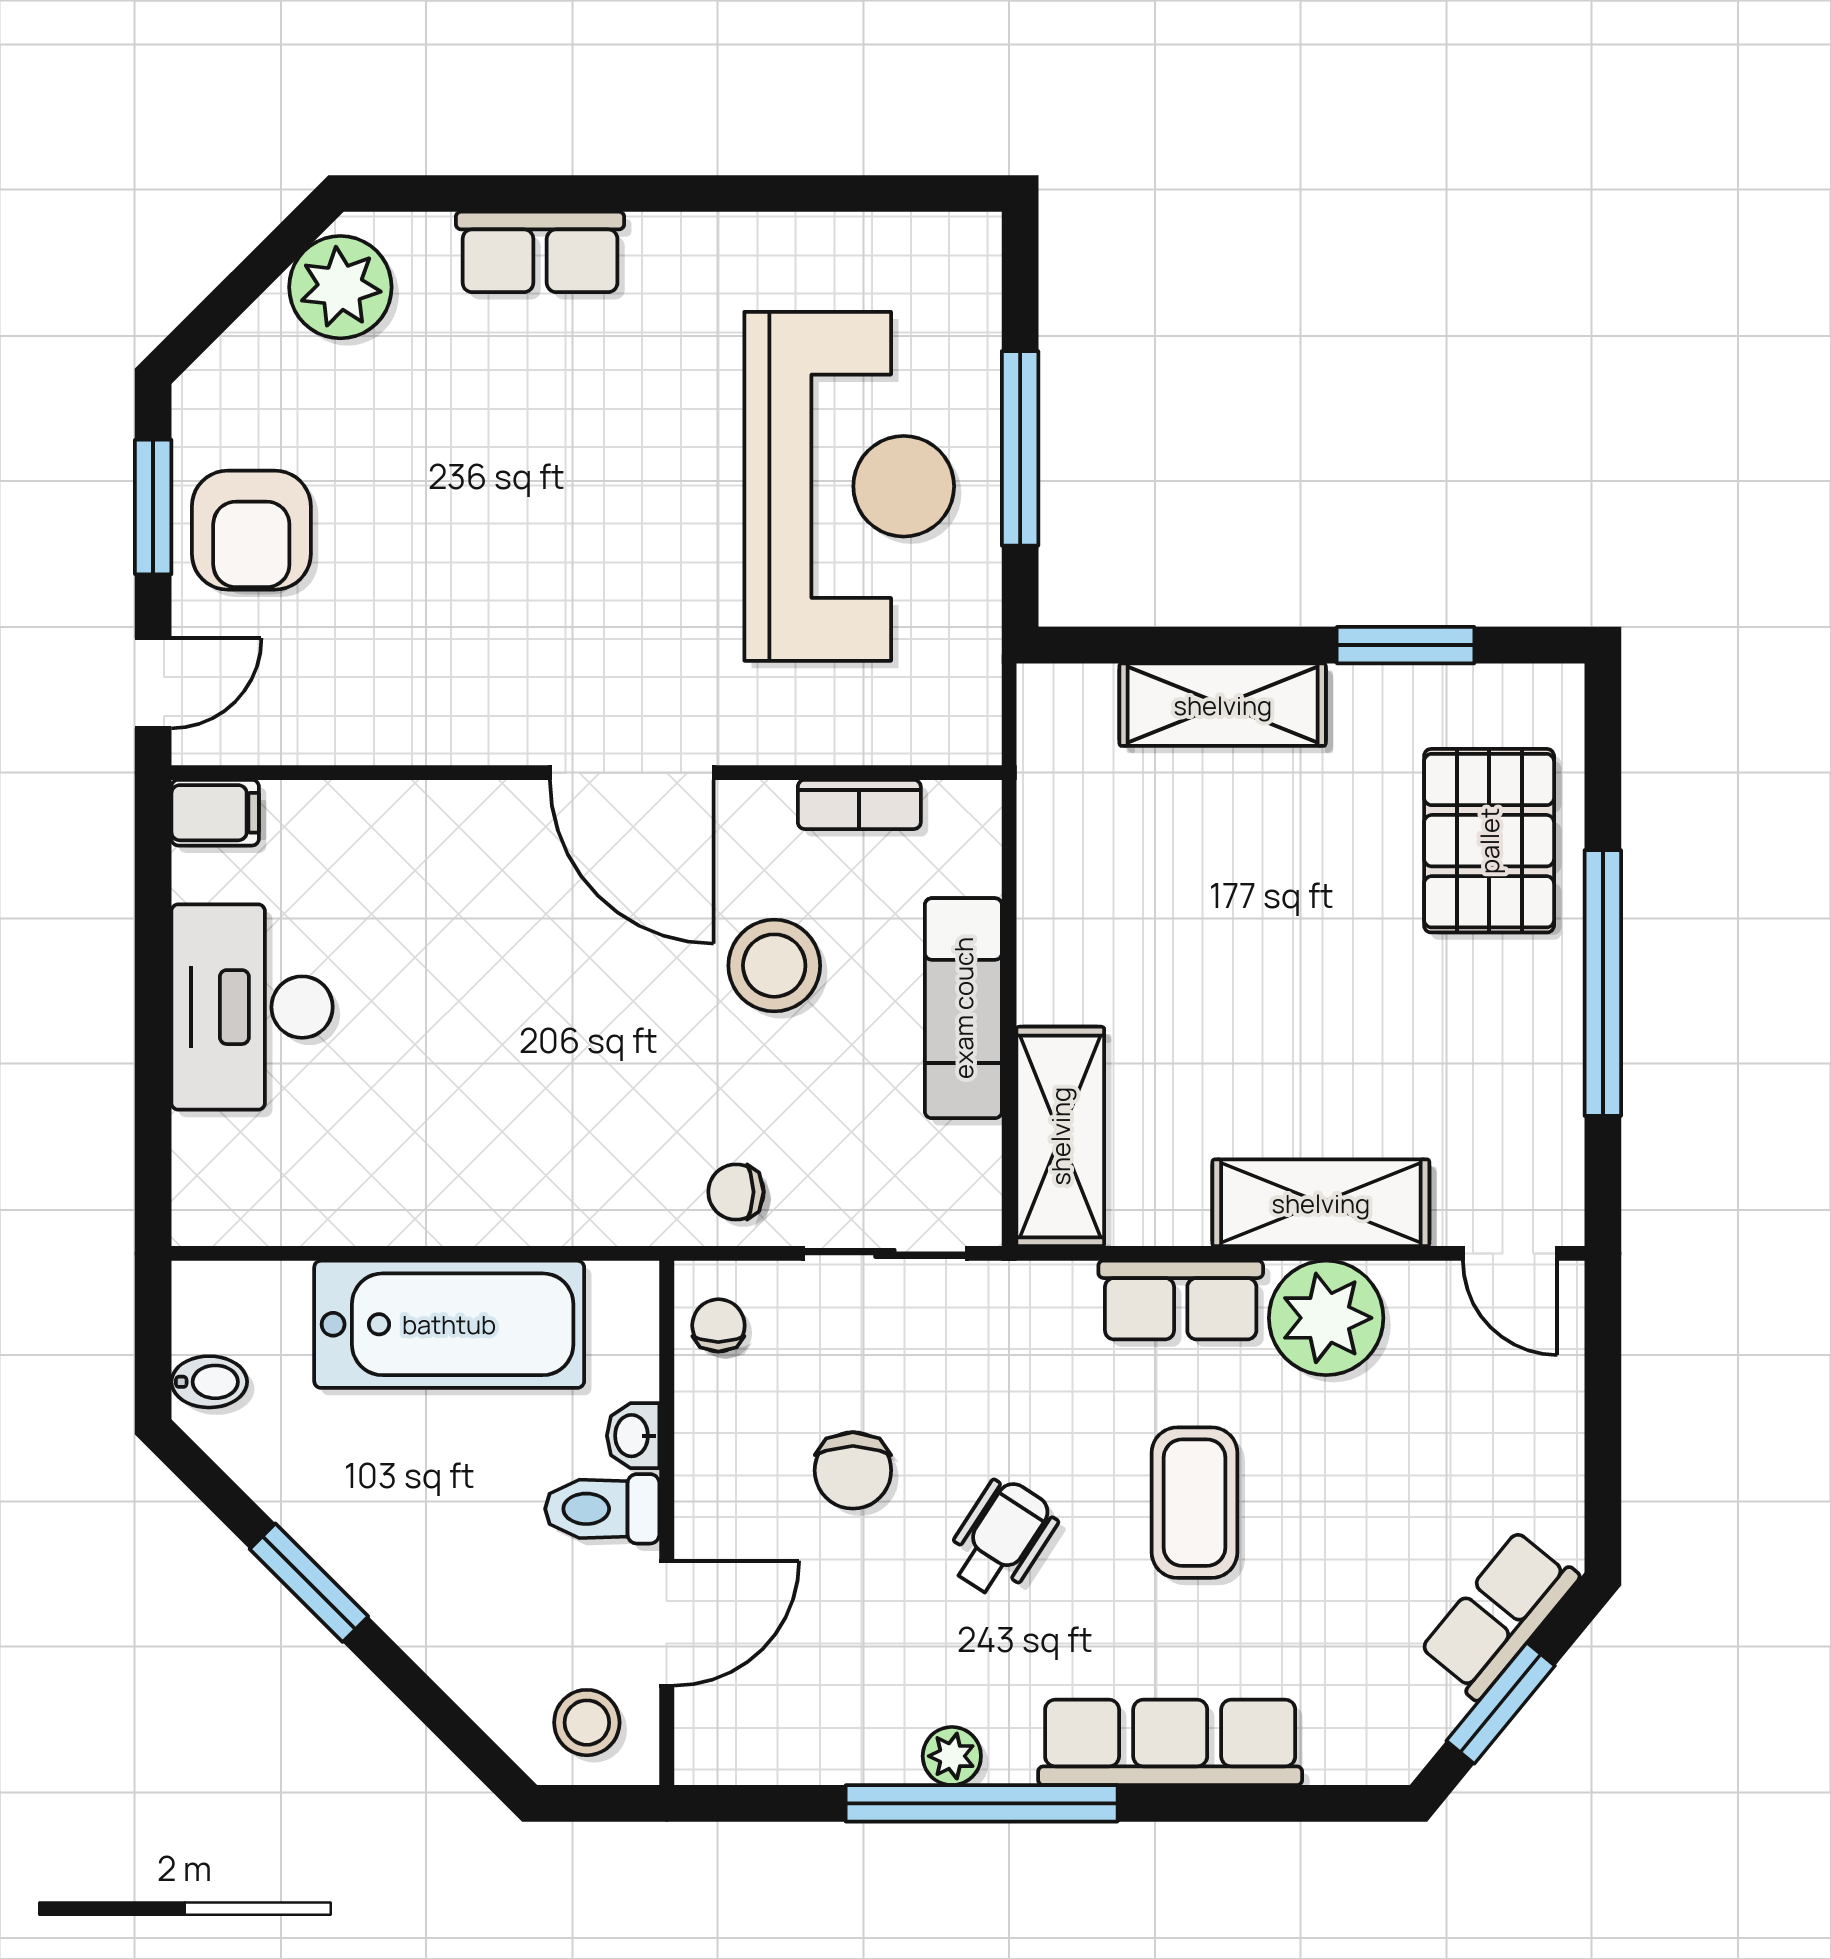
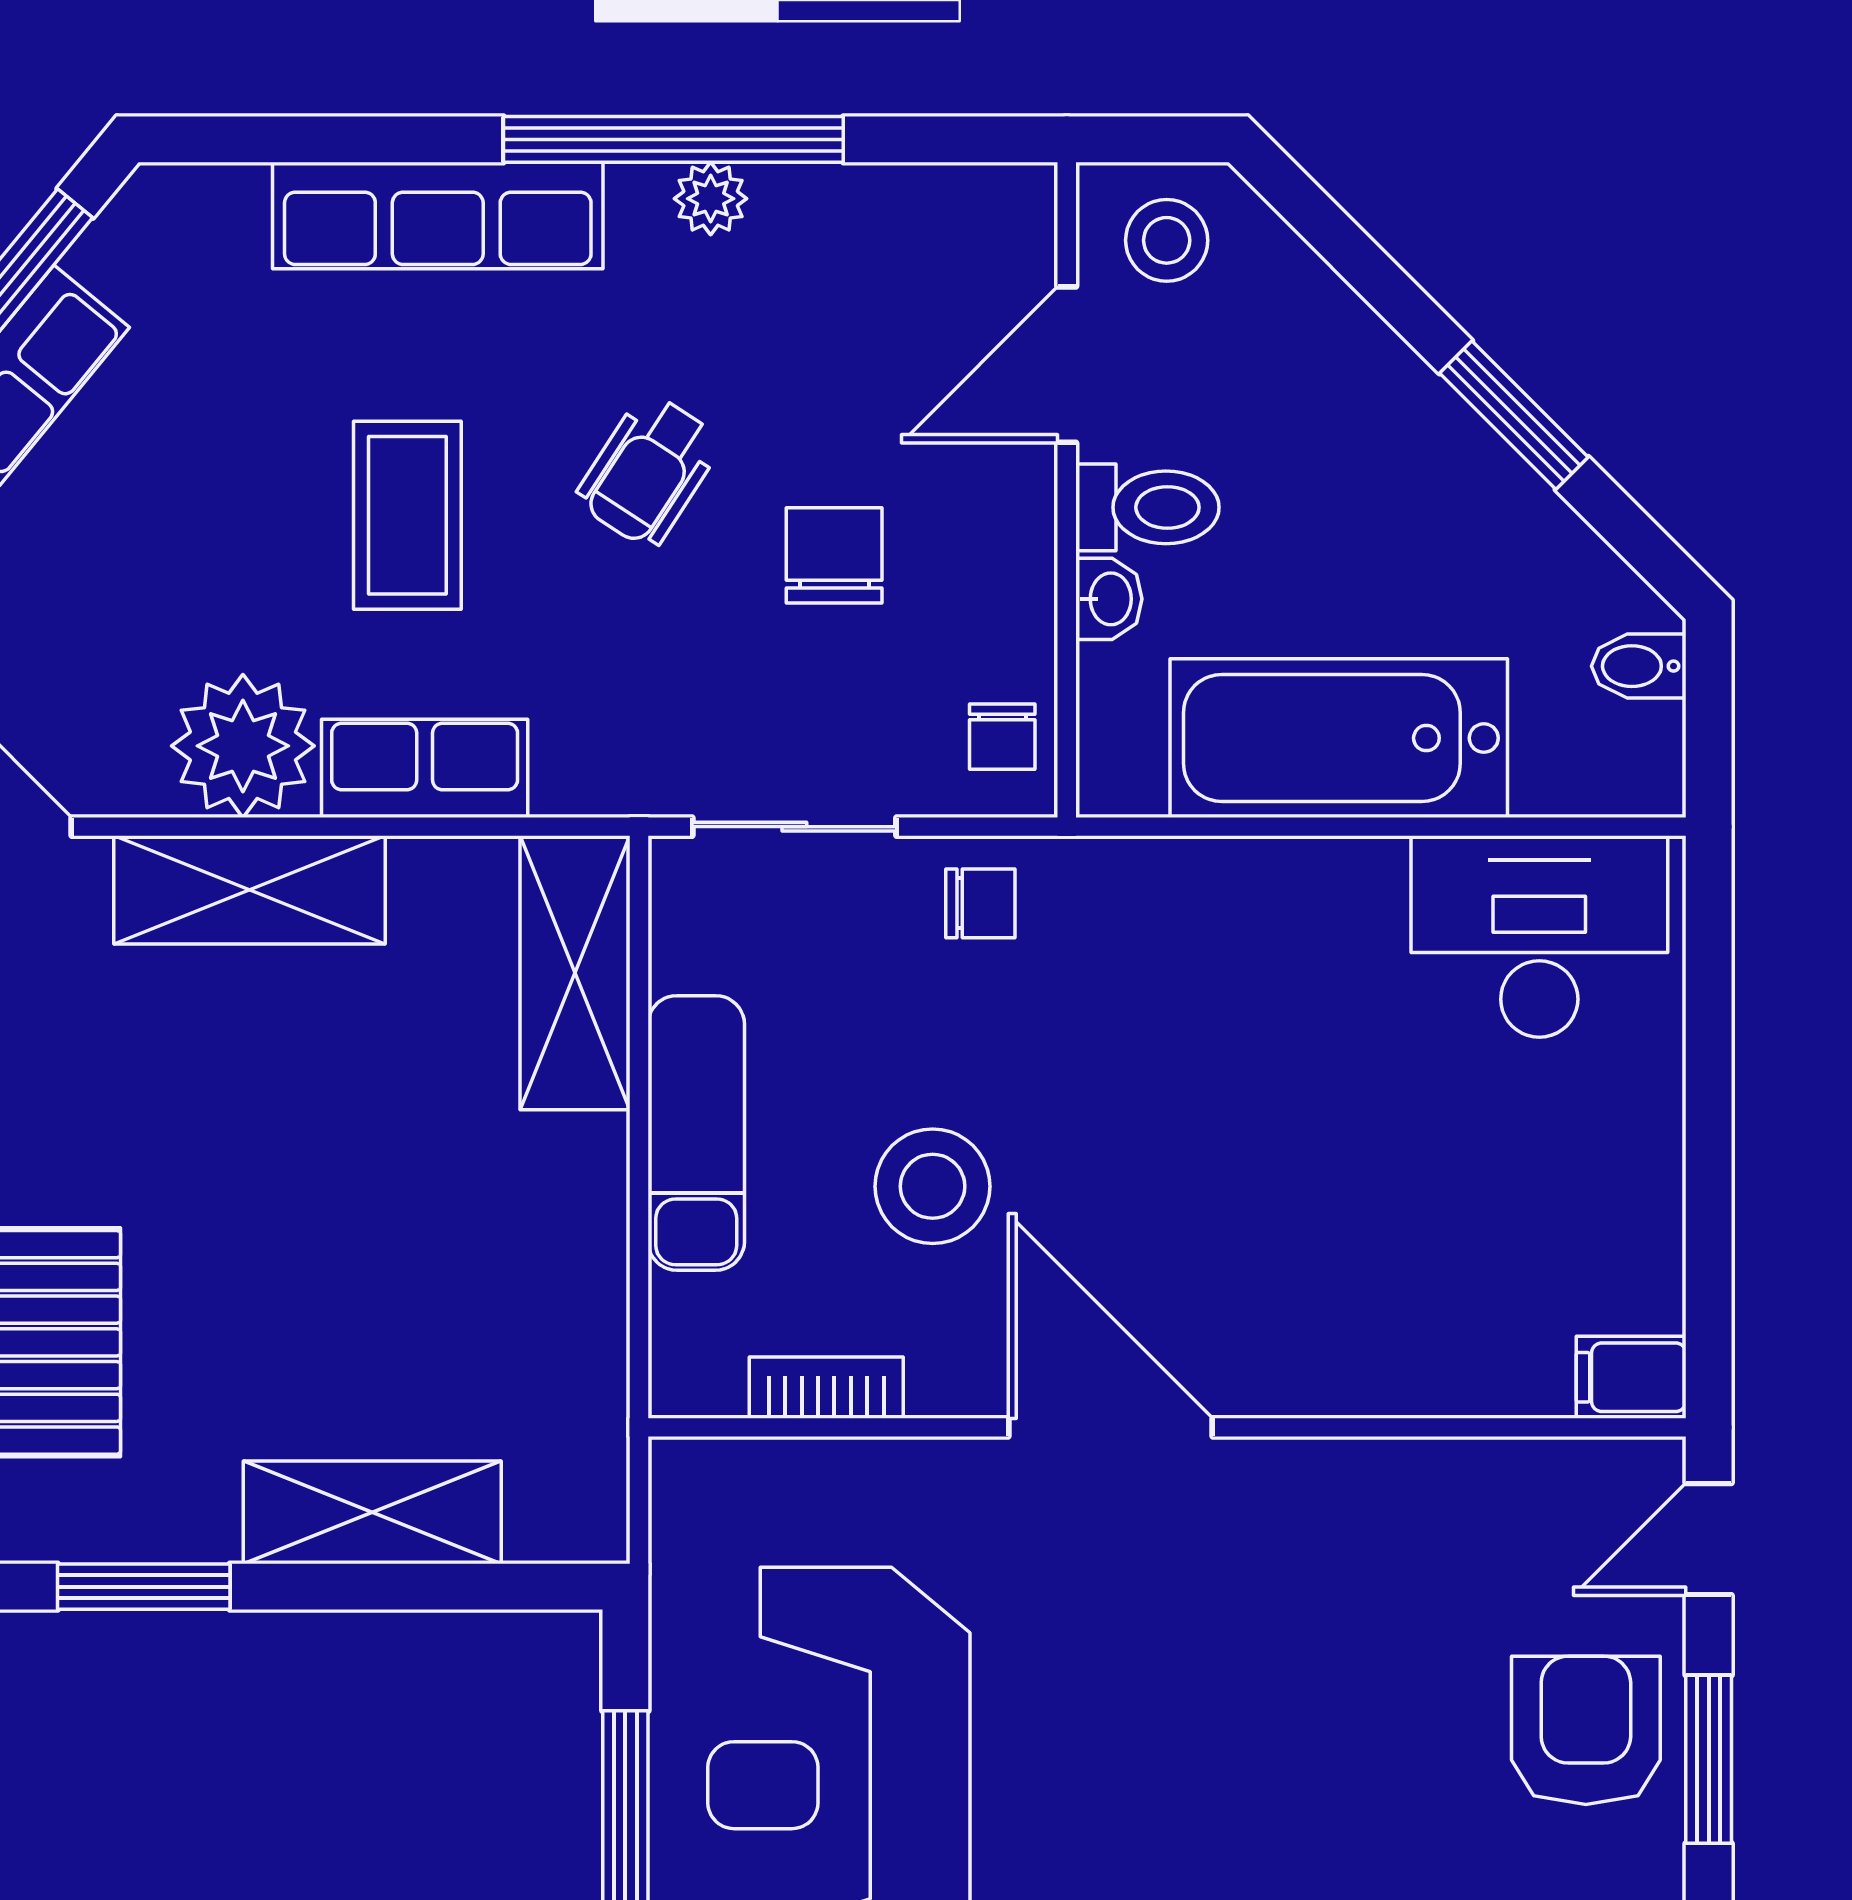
desk: (252, 1007) -> (1539, 937), moved, turned -90

